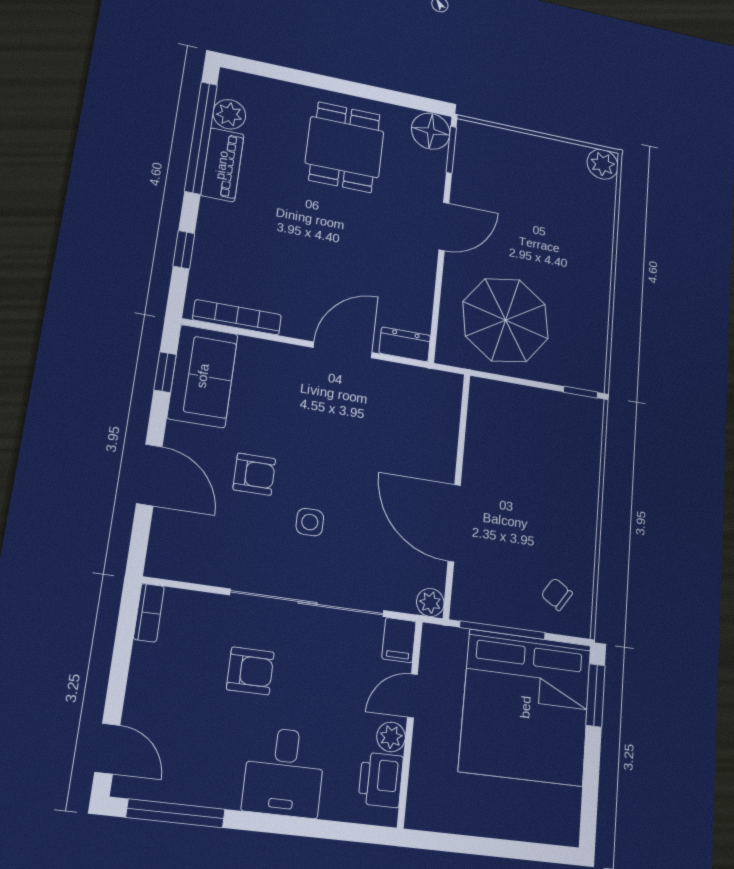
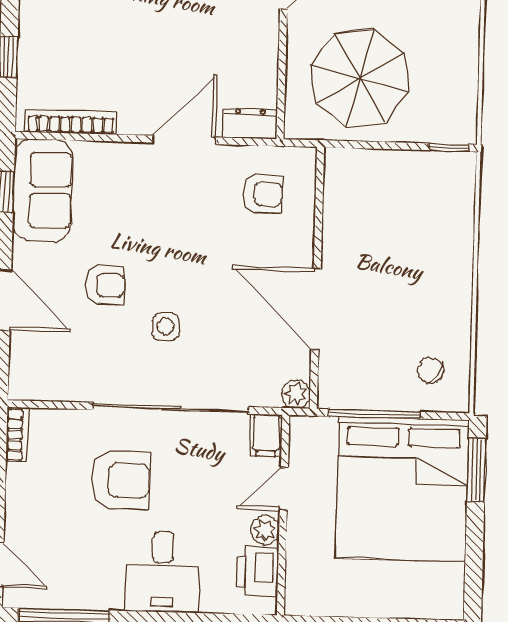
armchair: (412, 410) -> (263, 194), added
armchair: (250, 671) -> (121, 480), width x1.38, depth x1.38

